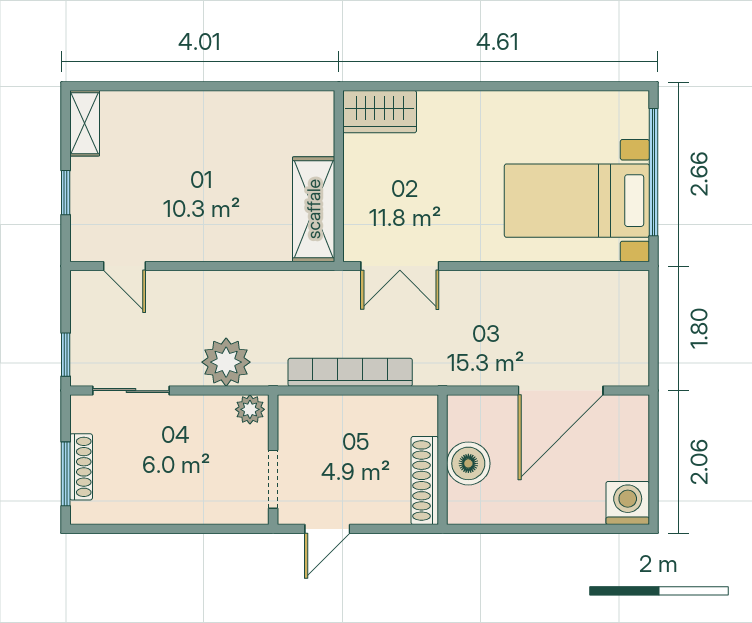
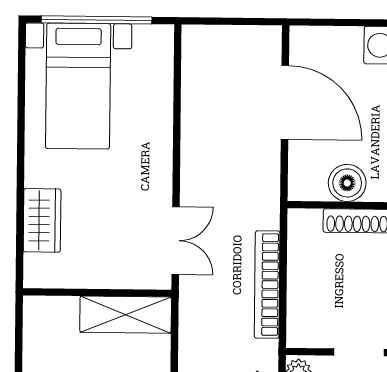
wardrobe: (380, 112) -> (42, 220), moved
bed with nightstands: (577, 201) -> (78, 86), moved

